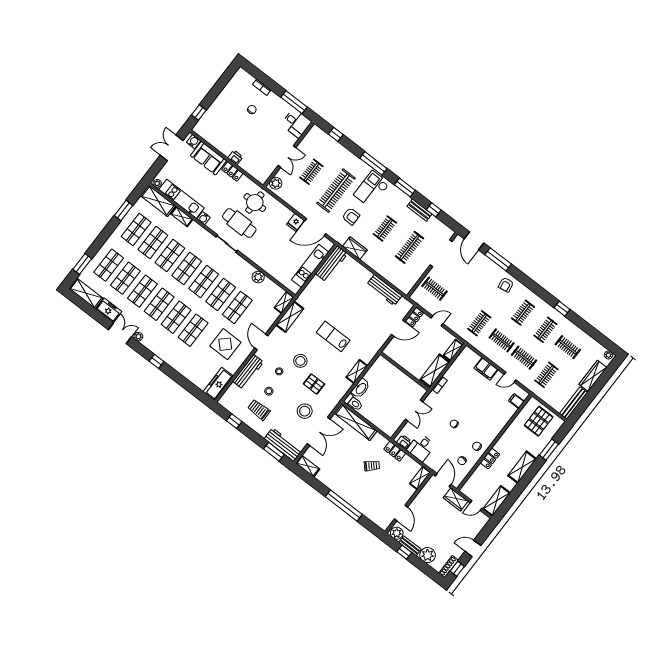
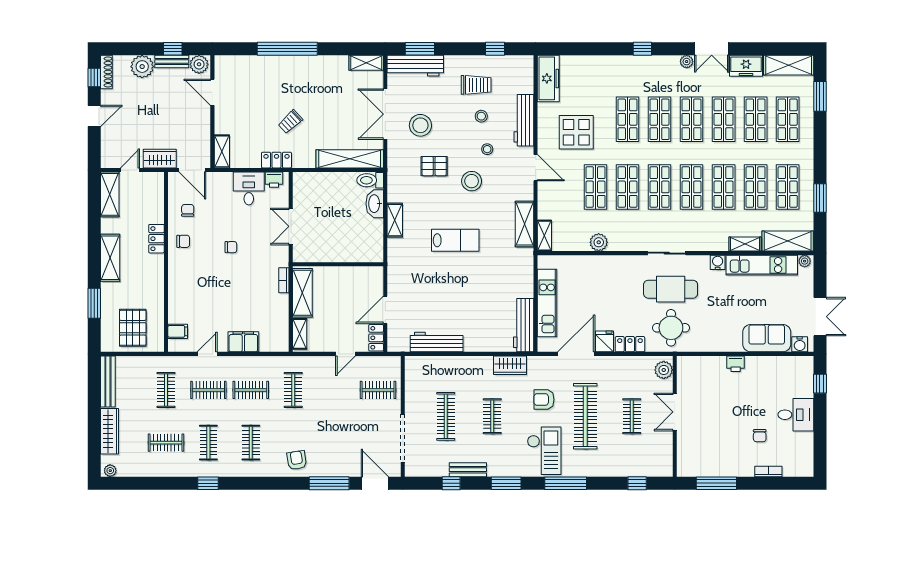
desk: (296, 123) -> (796, 415), moved, turned 180
locker: (232, 171) -> (630, 344), moved

